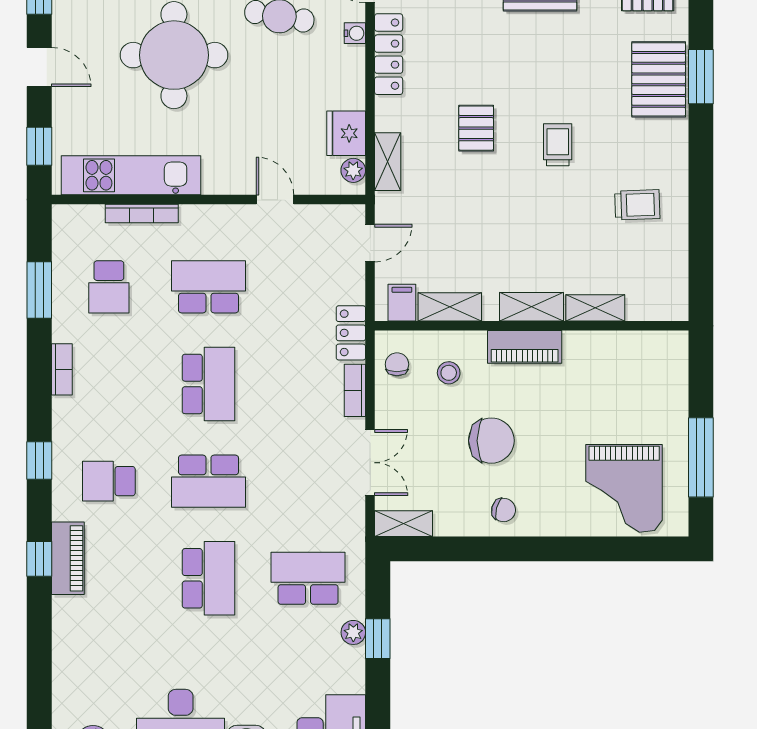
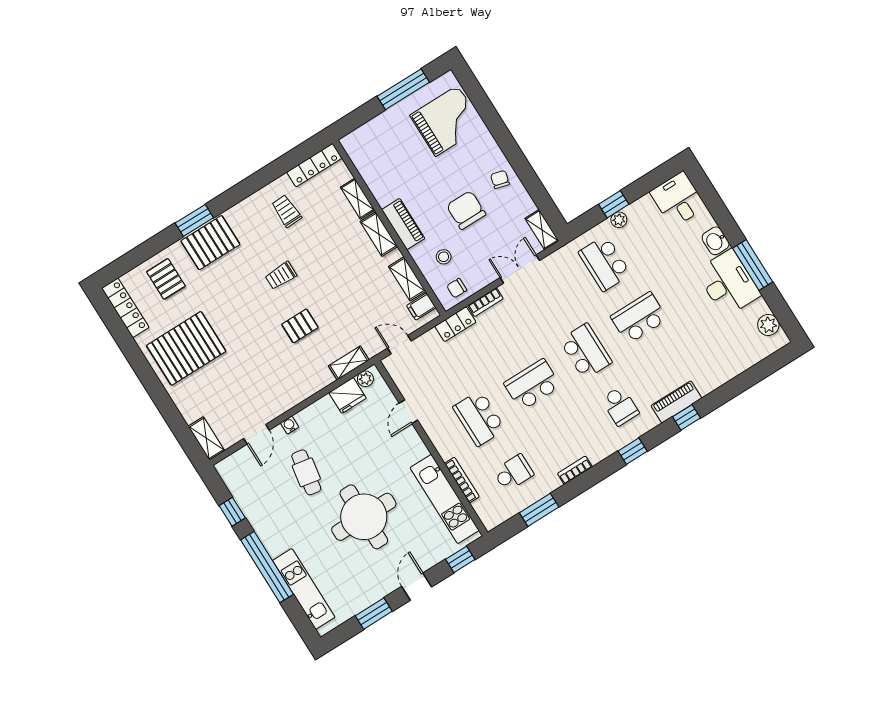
locker: (389, 54) -> (314, 165), moved, turned 180

